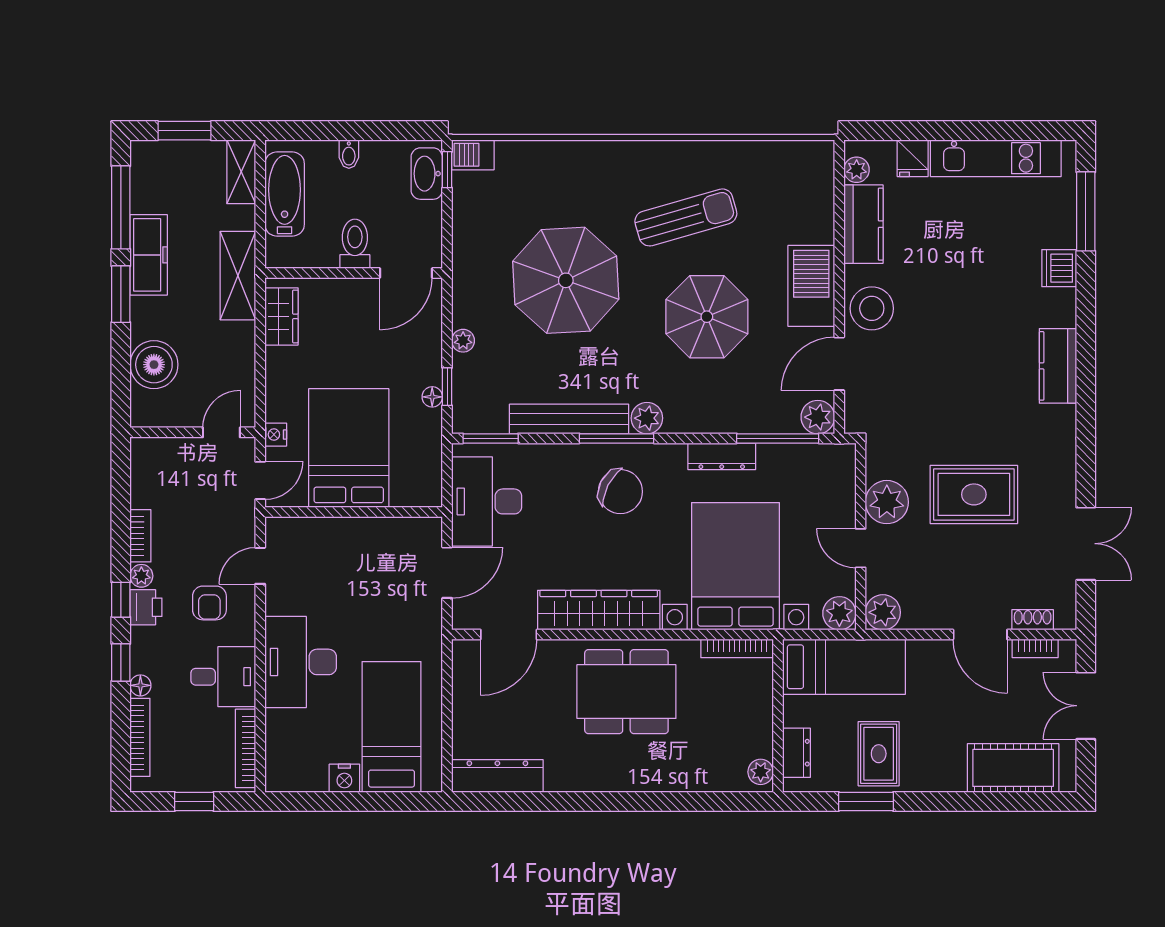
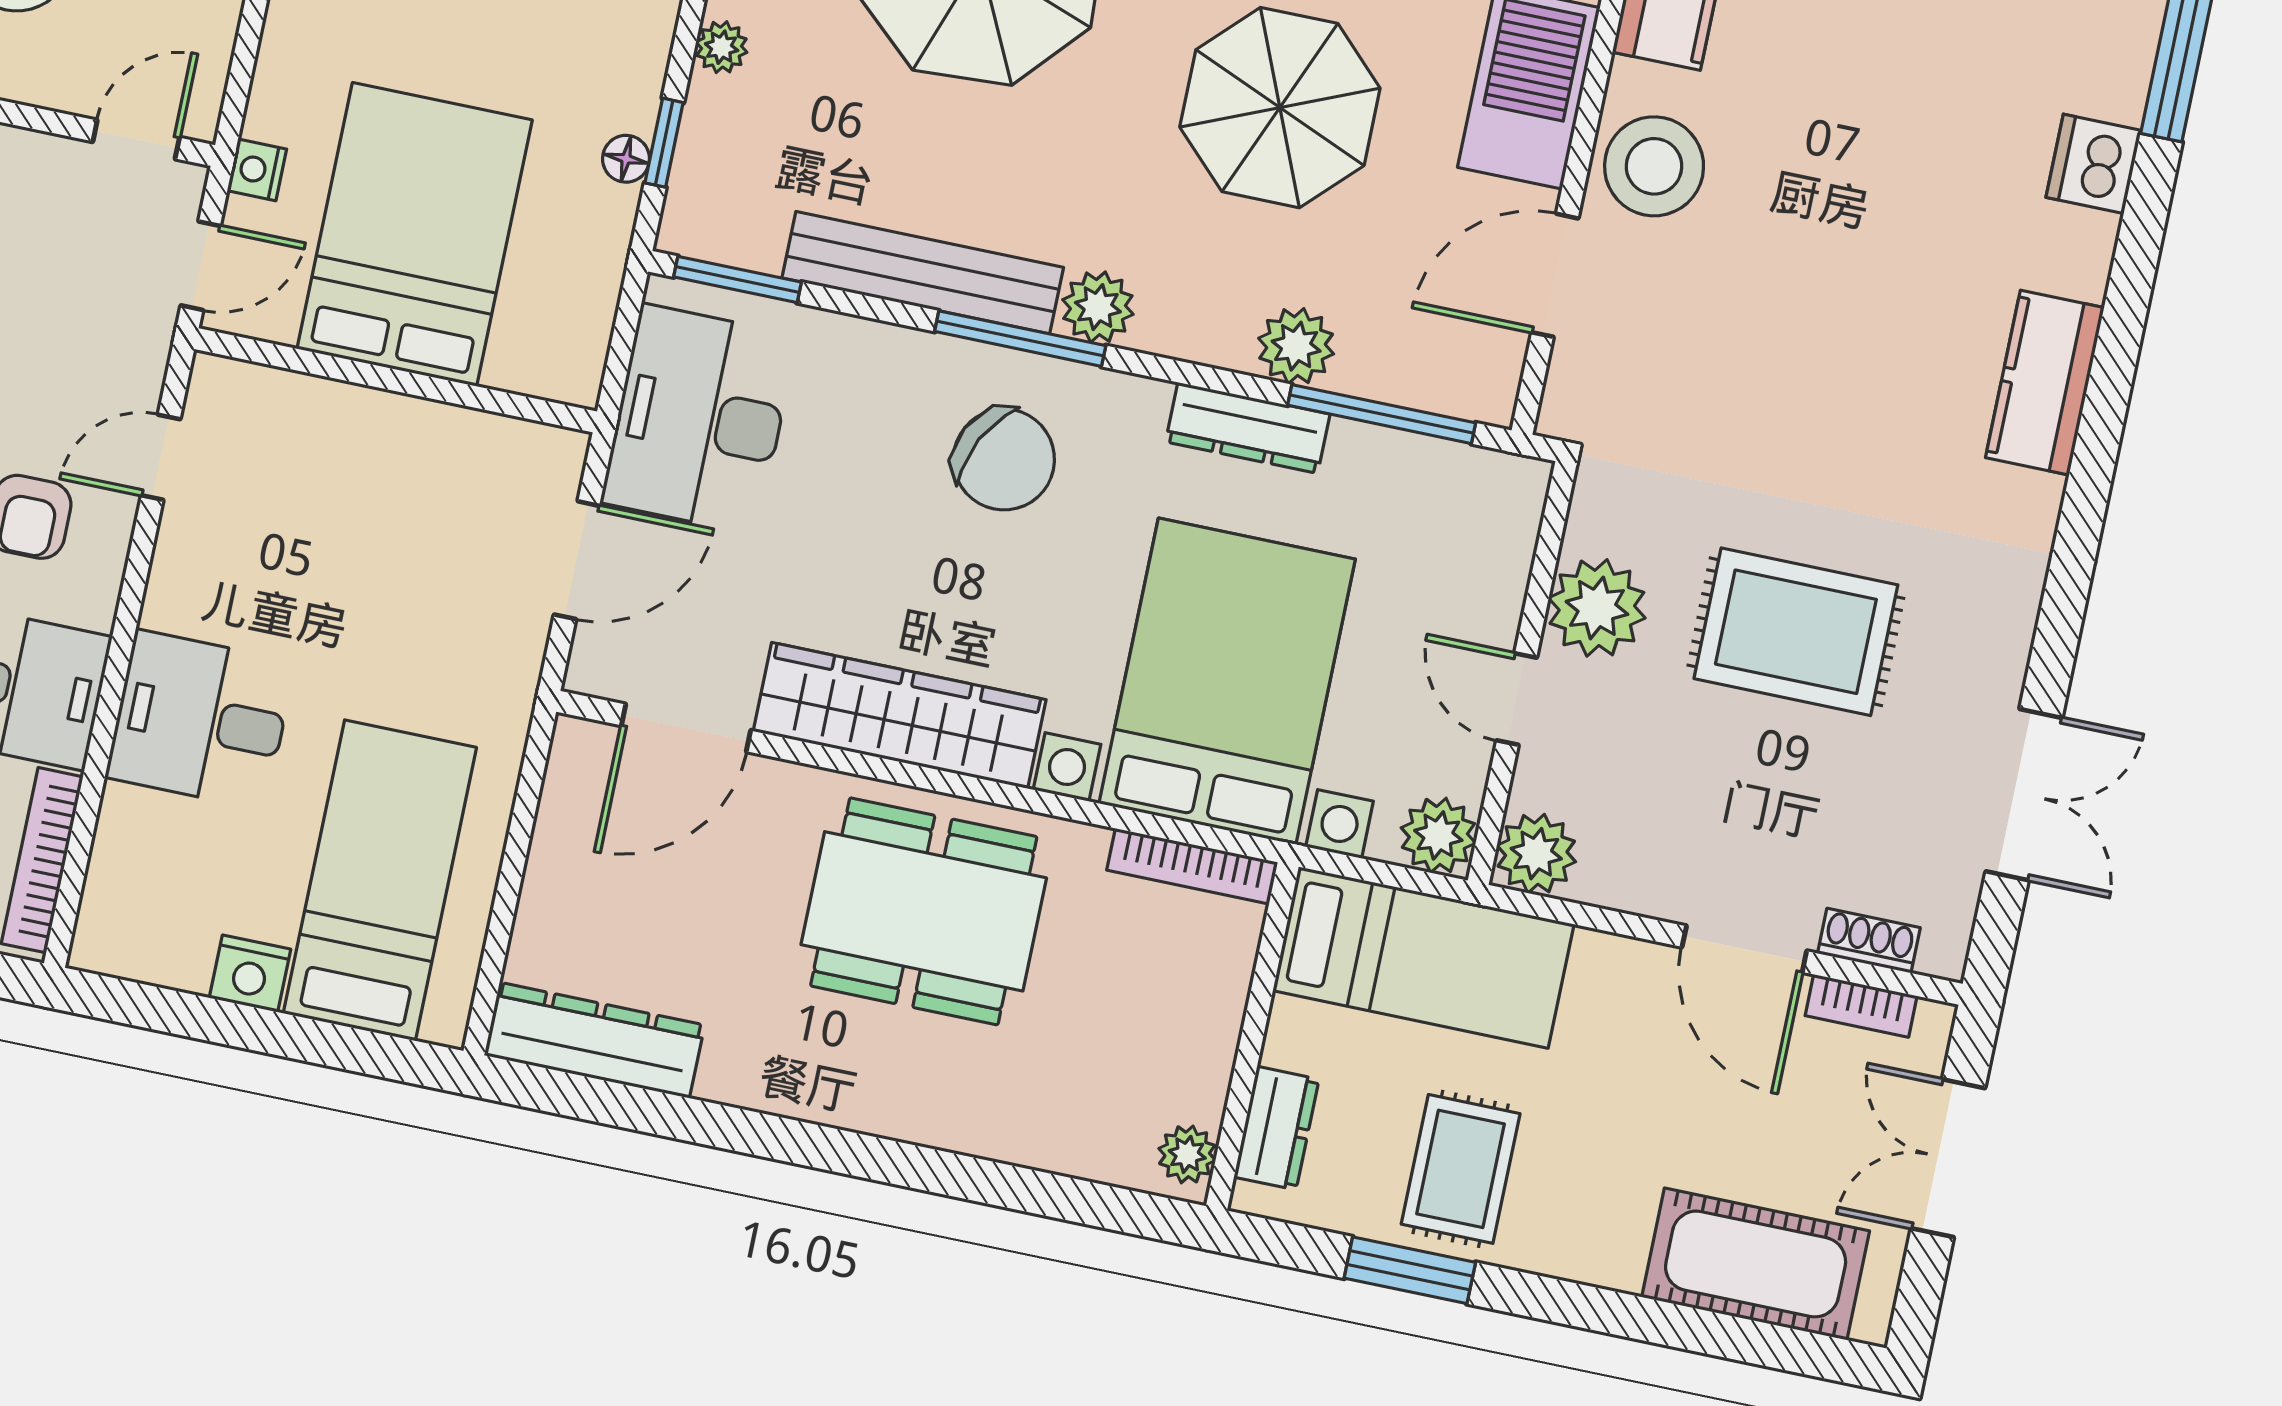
plant: (818, 417) -> (1296, 346), moved
desk: (301, 662) -> (200, 720), width x0.73

